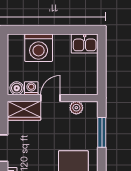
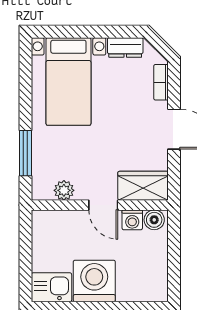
washing machine: (39, 48) -> (94, 281), moved
door: (50, 98) -> (103, 205), hinge flipped

